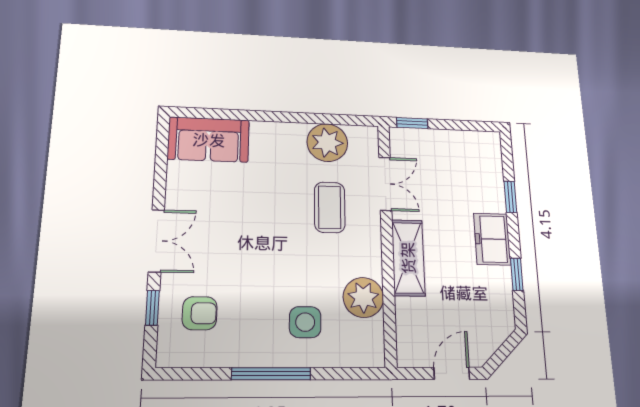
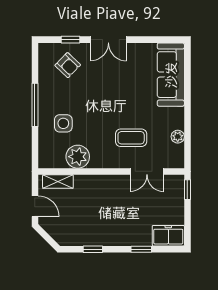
sofa: (209, 140) -> (171, 75), width x1.36
plant: (327, 143) -> (178, 137), width x0.53, depth x0.53
freezer: (492, 239) -> (168, 236), moved
shelving: (408, 258) -> (58, 181), moved, width x0.67, depth x0.75
armchair: (200, 313) -> (68, 65), turned -46

